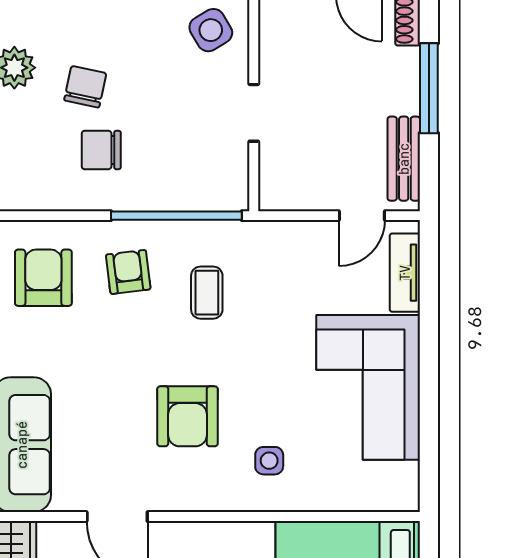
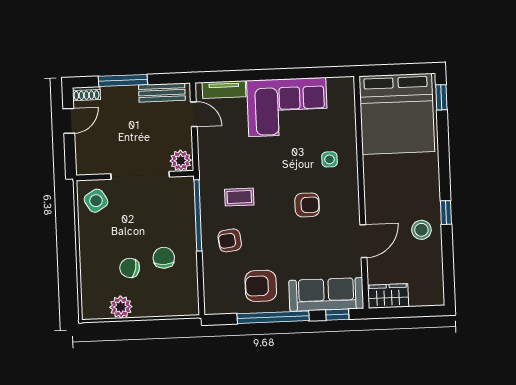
doorway: (254, 113) -> (140, 175), width x1.88
chair: (101, 150) -> (164, 258), turned 180
plant: (278, 188) -> (181, 161), added
armchair: (43, 278) -> (261, 286), moved
armchair: (187, 416) -> (307, 205), width x0.72, depth x0.72

